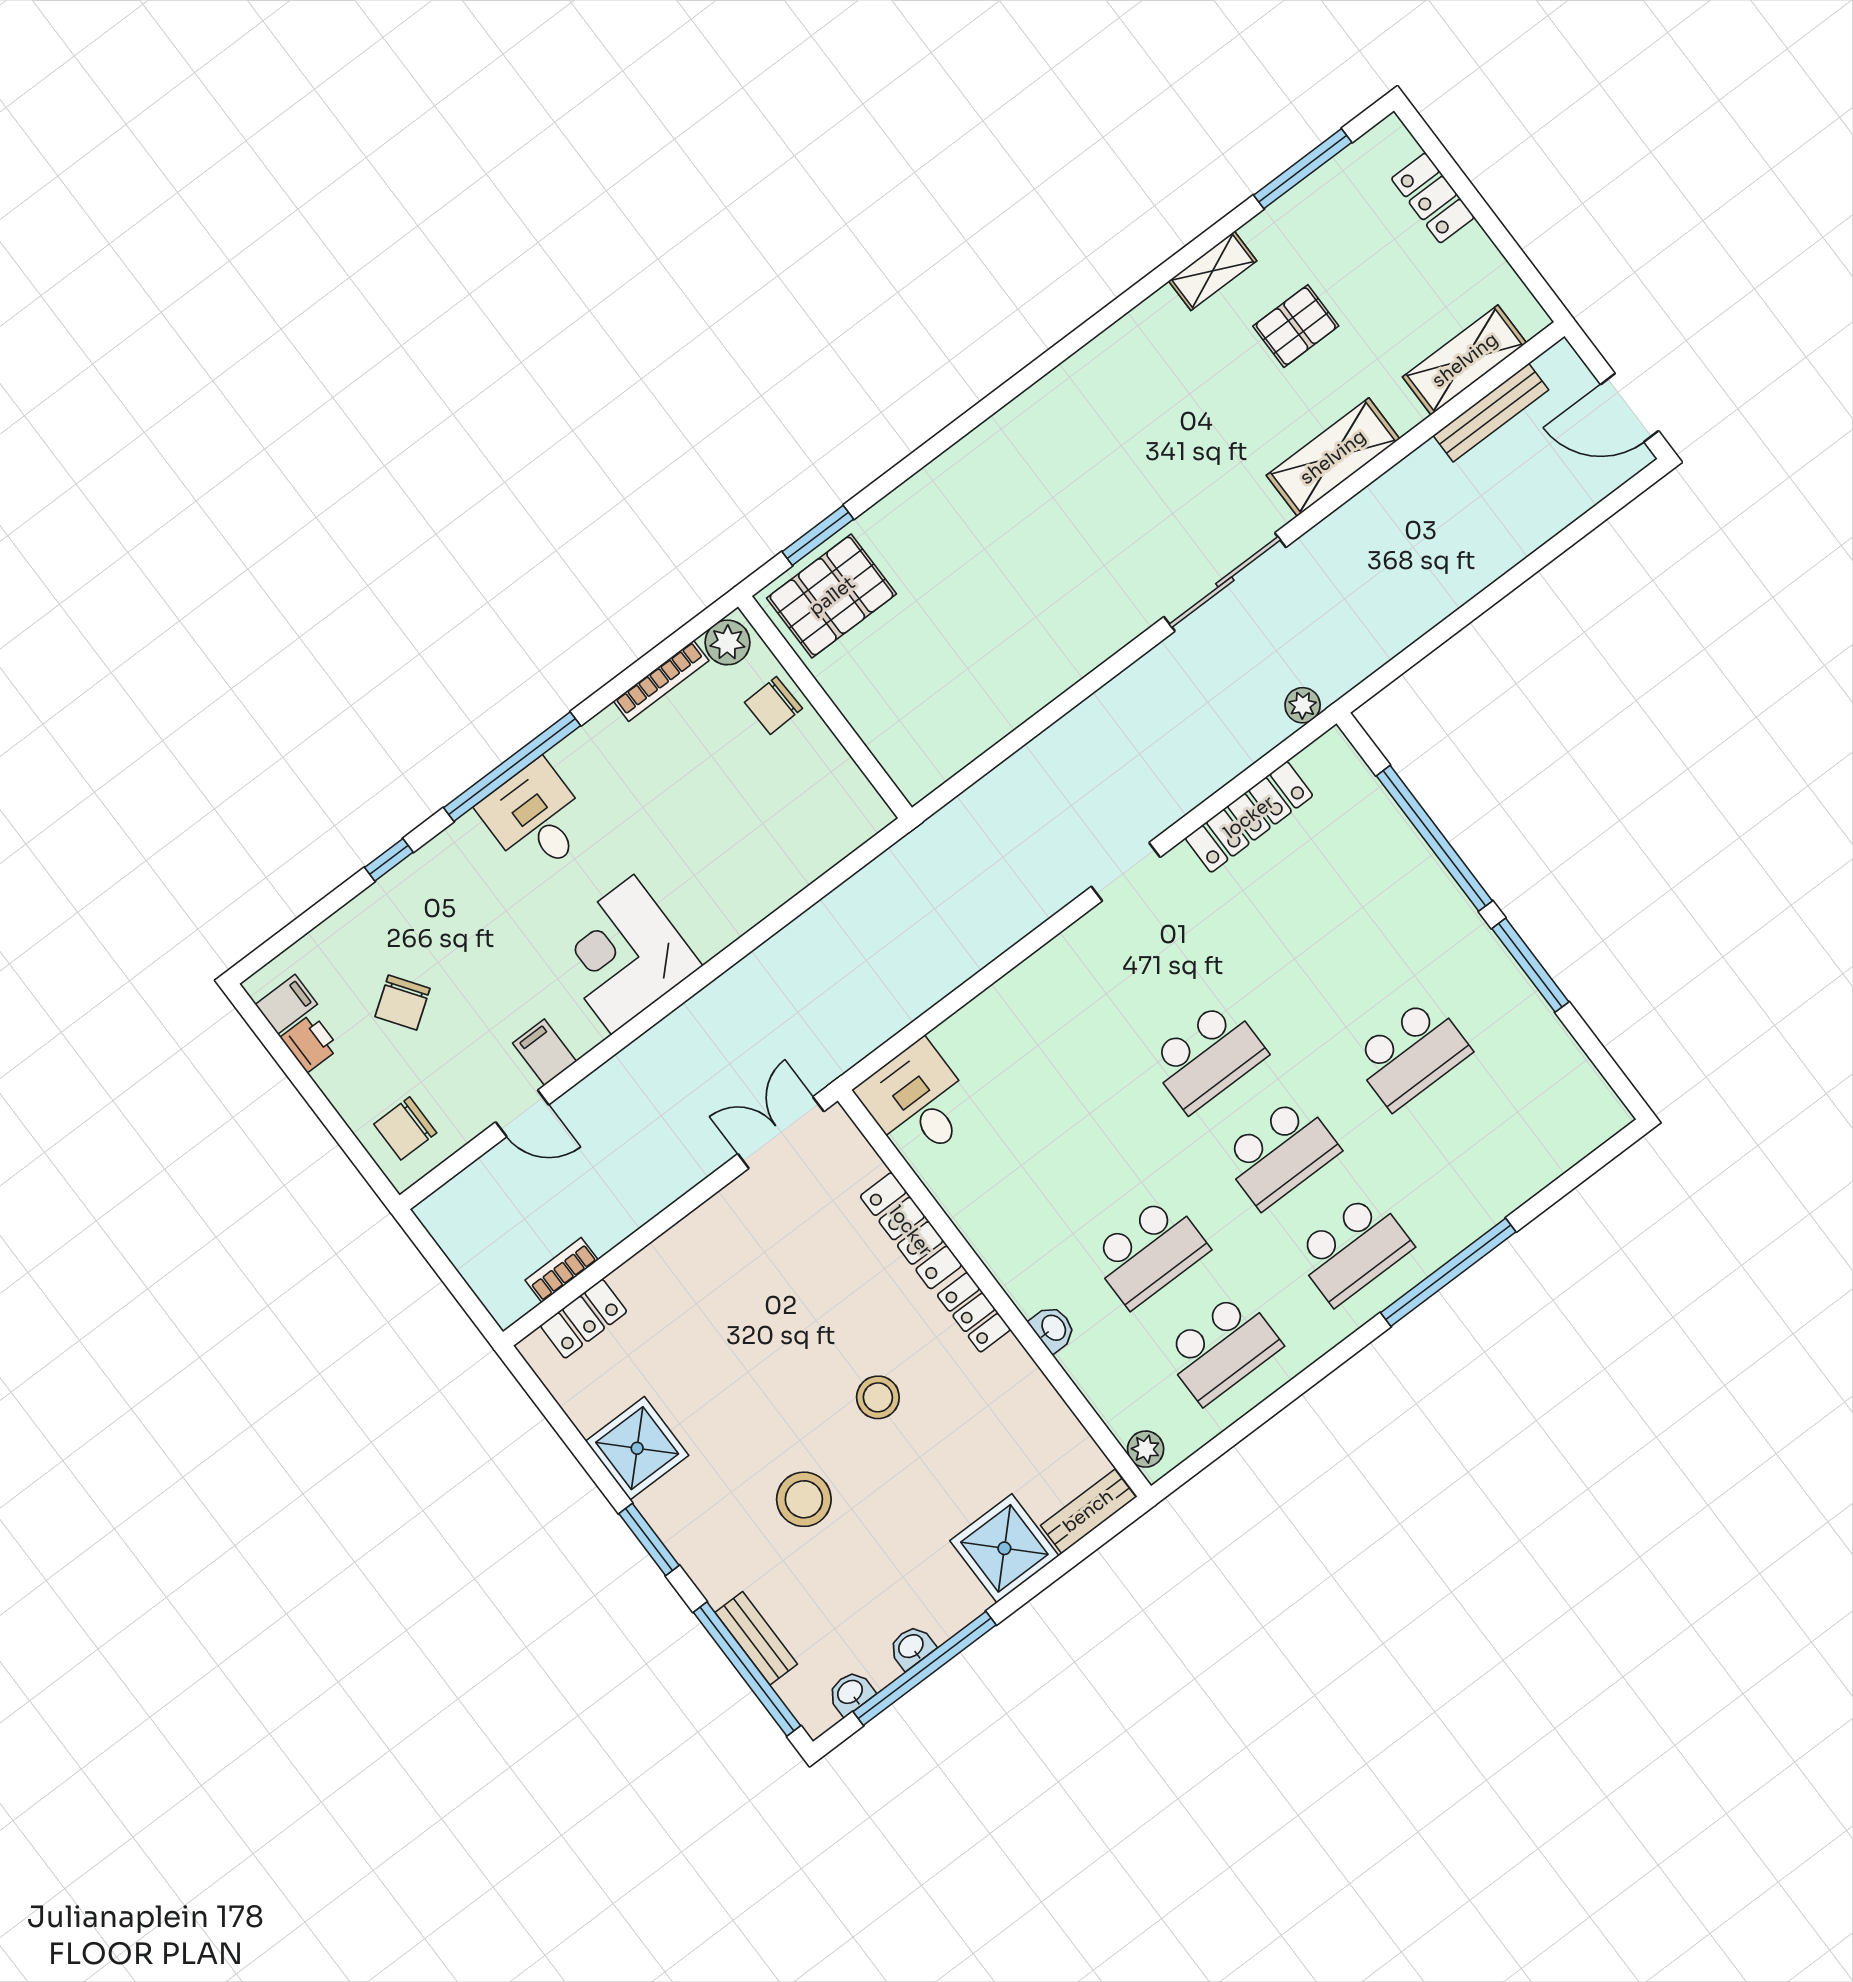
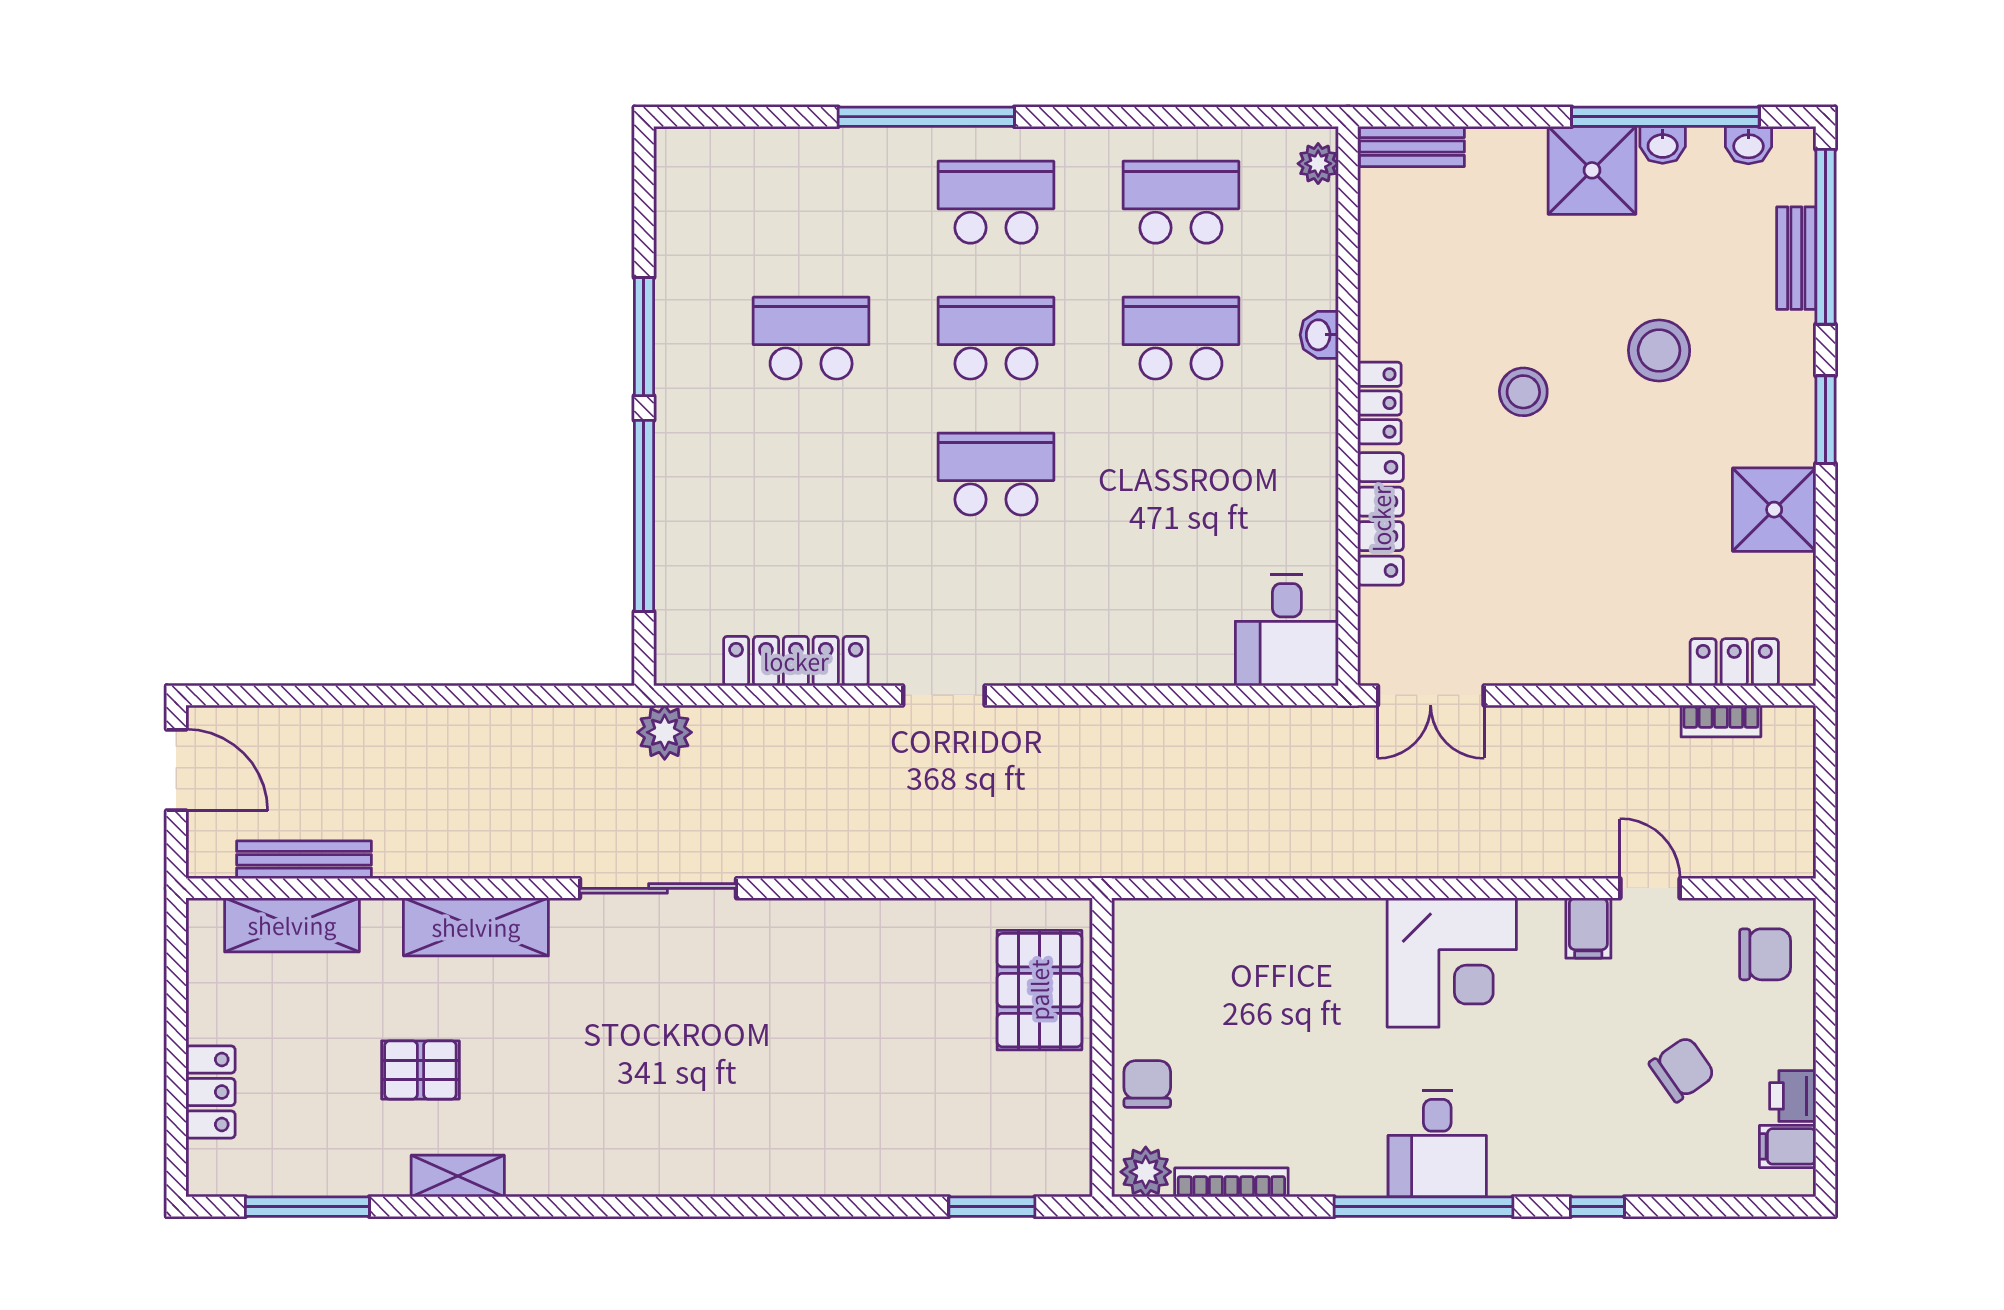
pallet: (832, 596) -> (1039, 990), moved, turned 90
chair: (773, 705) -> (1147, 1084), turned -88
plant: (1303, 705) -> (665, 732), width x1.38, depth x1.38
shower: (1004, 1548) -> (1592, 170), moved

